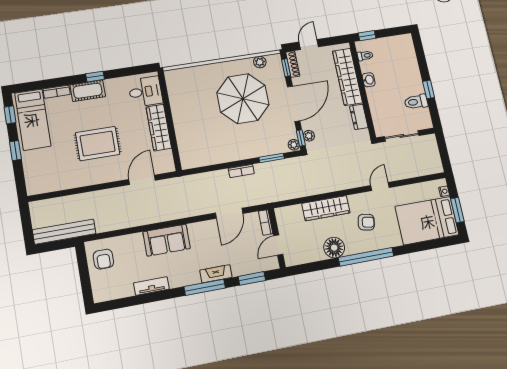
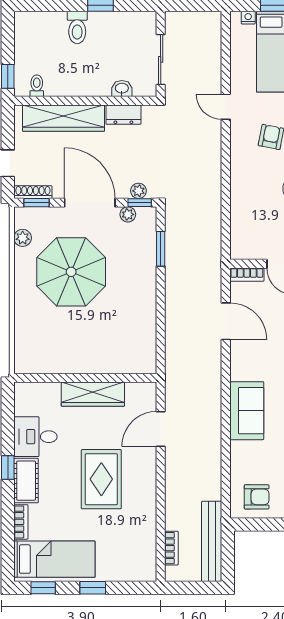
washbasin: (369, 80) -> (122, 89), moved
desk: (145, 92) -> (35, 437), moved, turned -90
toilet: (416, 102) -> (77, 27), moved
plant: (294, 145) -> (128, 214), moved
bookcase: (241, 171) -> (171, 548), moved
door: (142, 180) -> (161, 429), hinge flipped
wardrobe: (326, 208) -> (242, 188), removed

